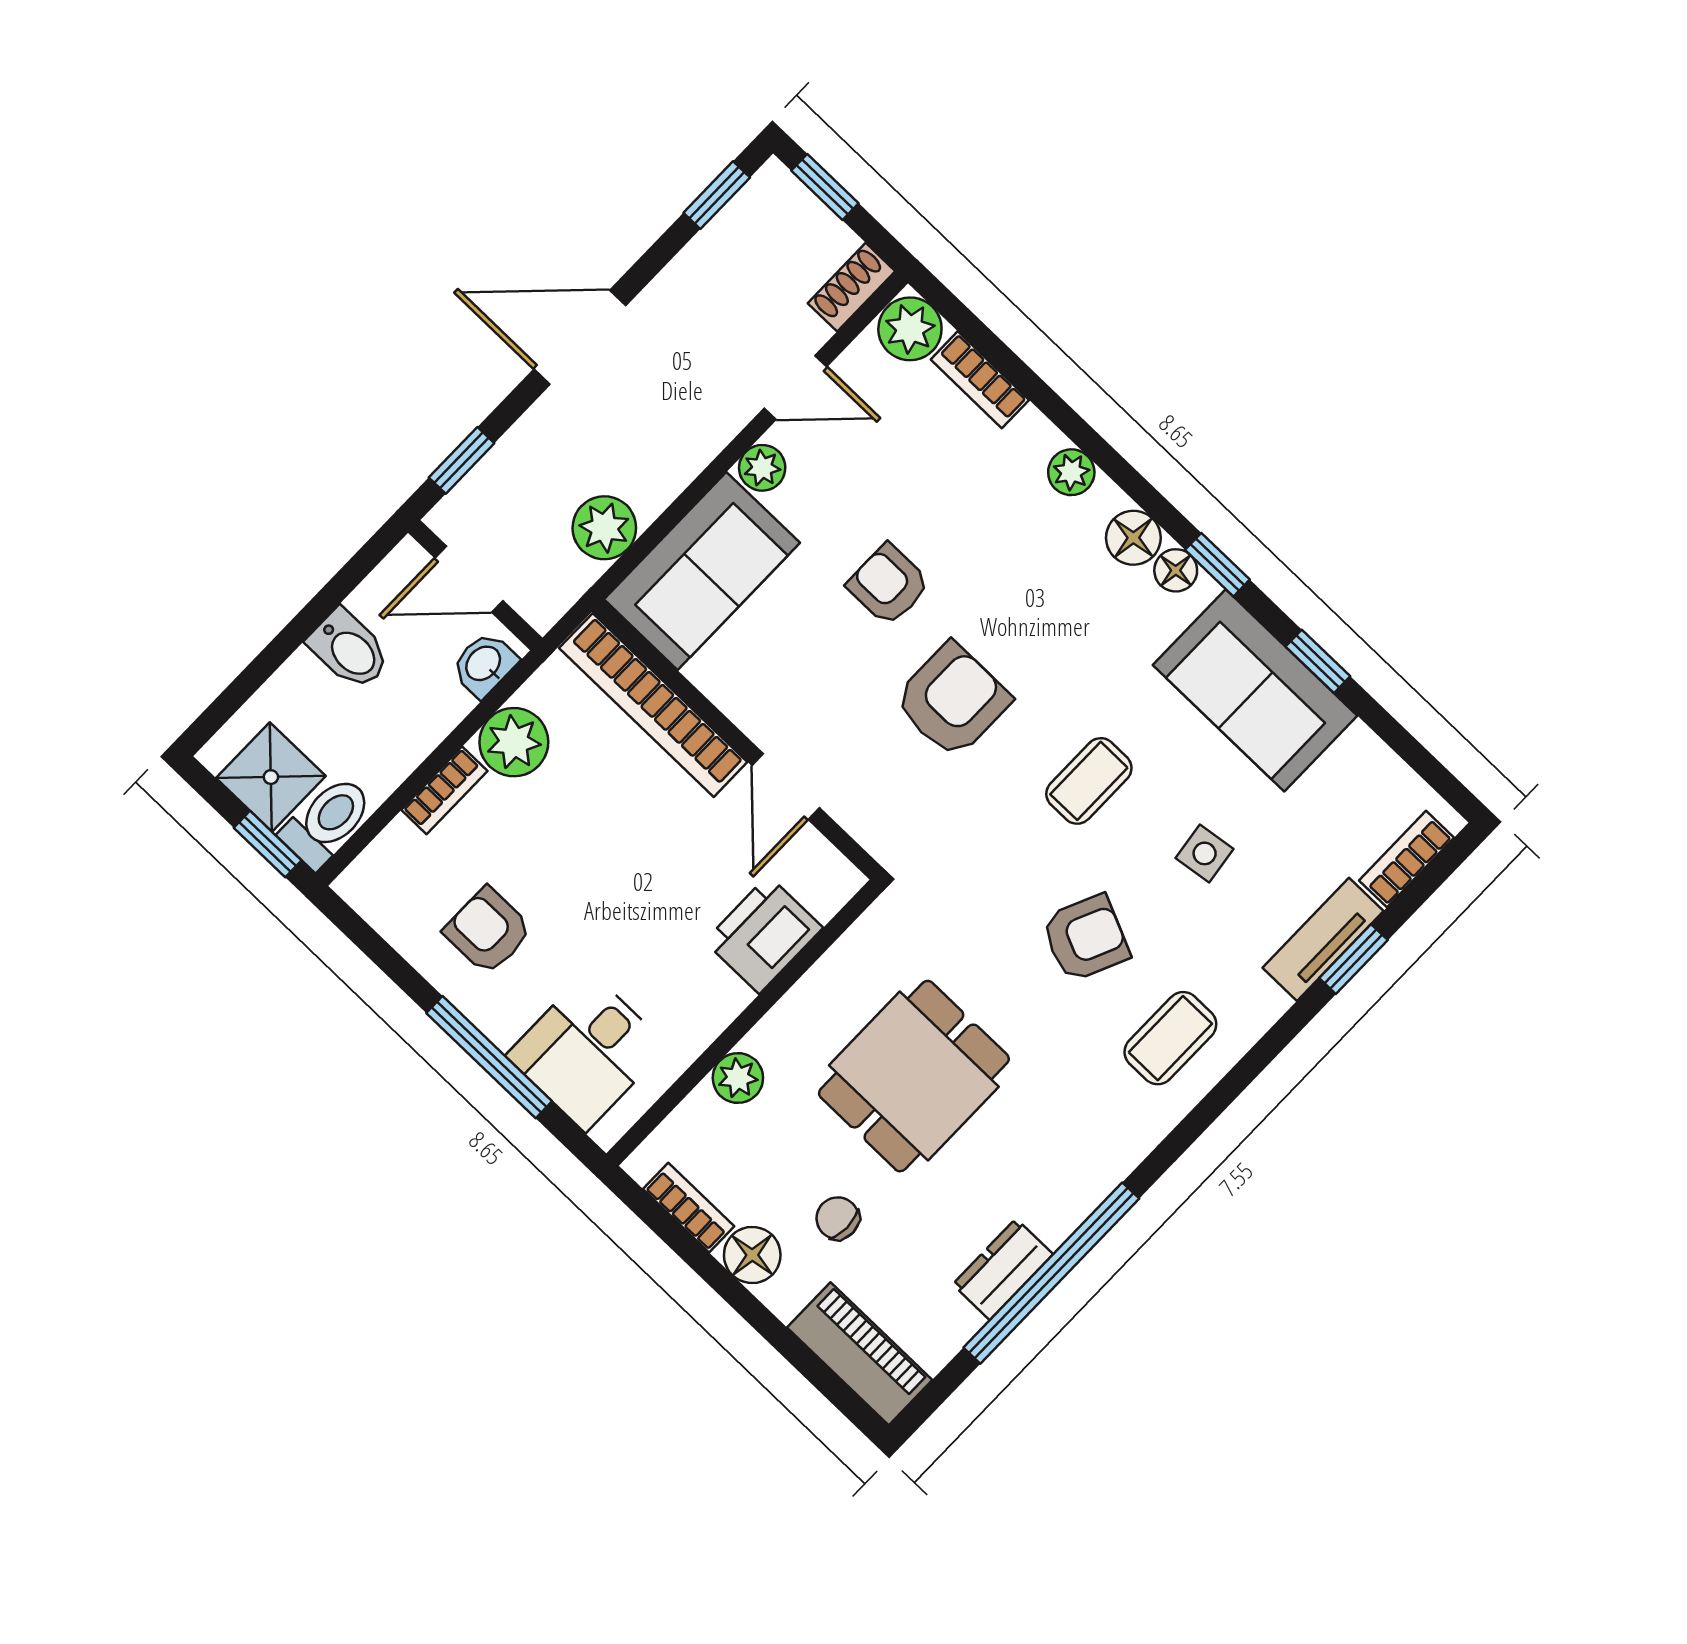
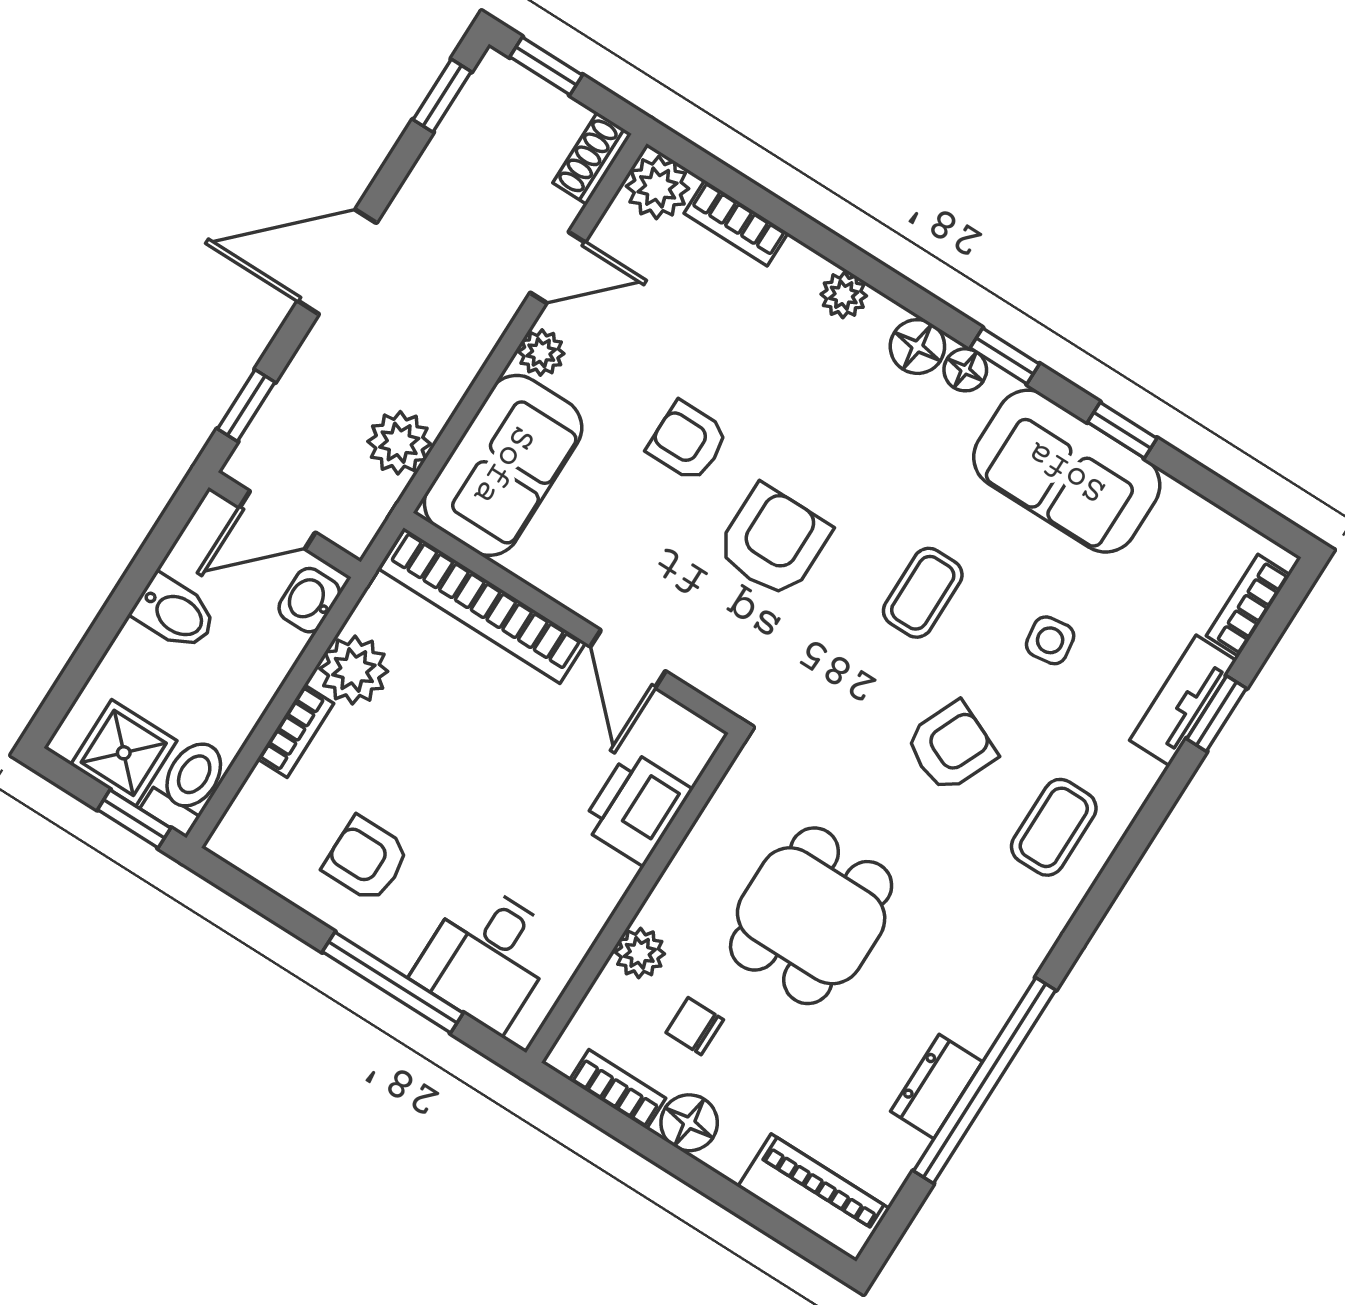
chair: (838, 1218) -> (695, 1026), moved

